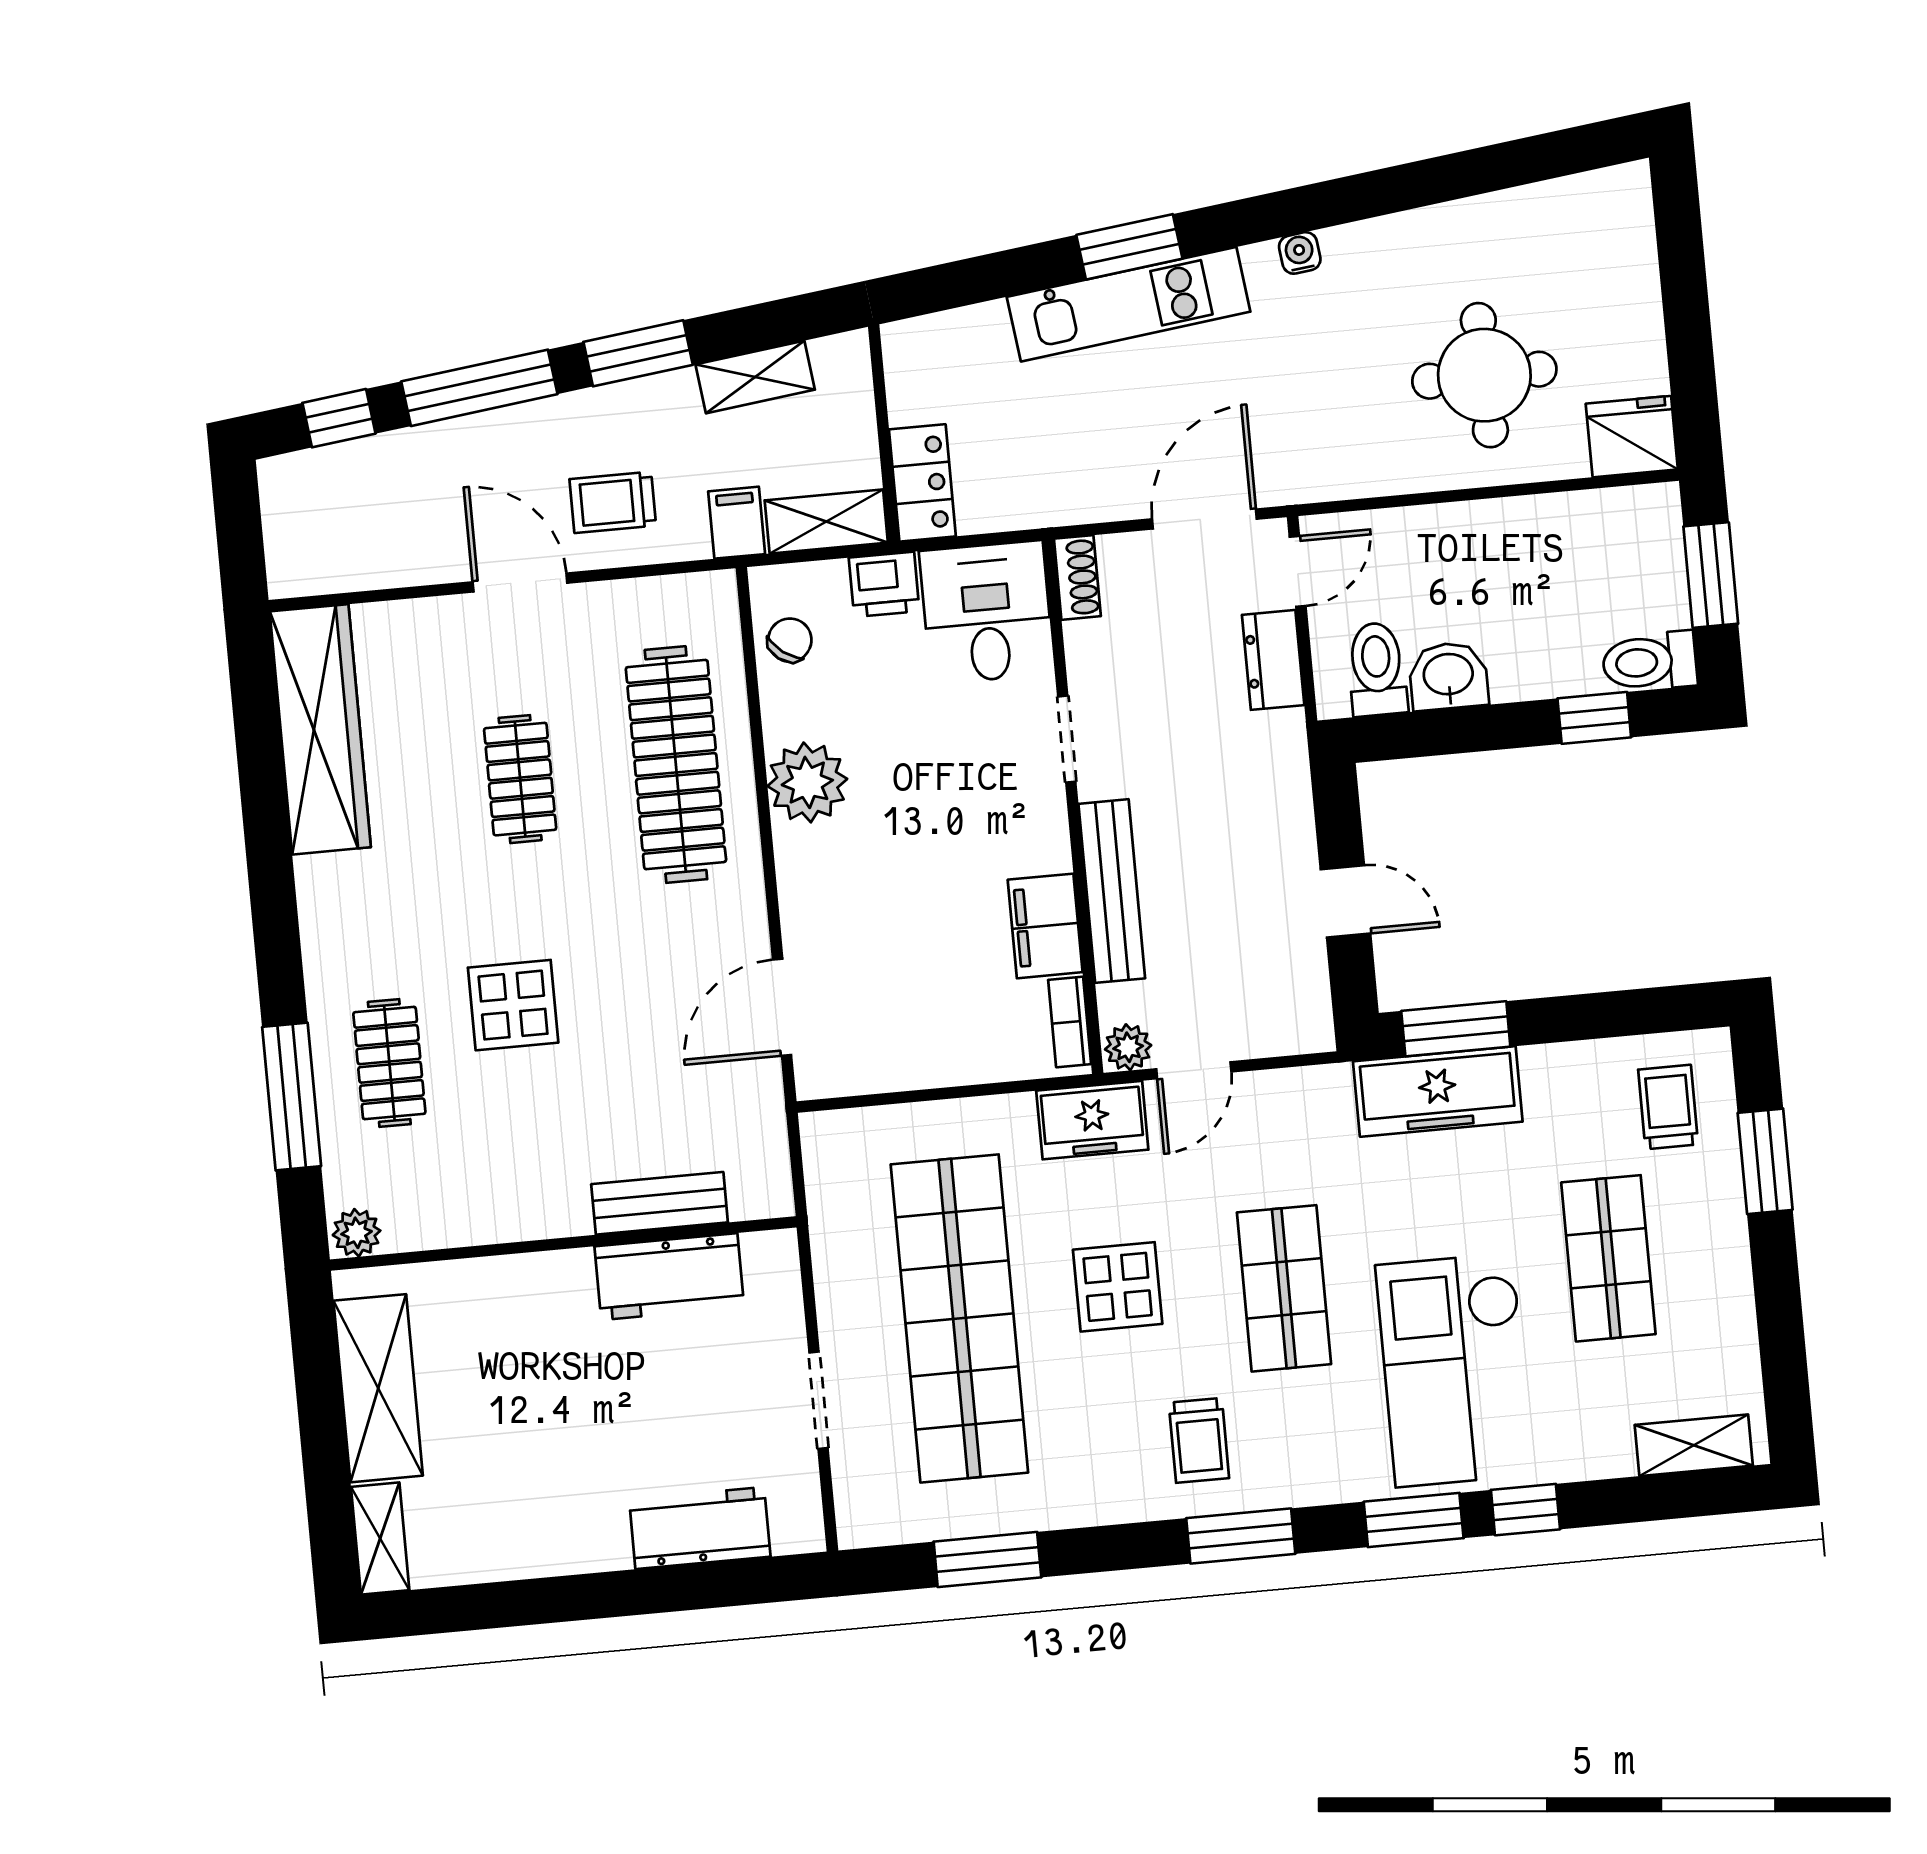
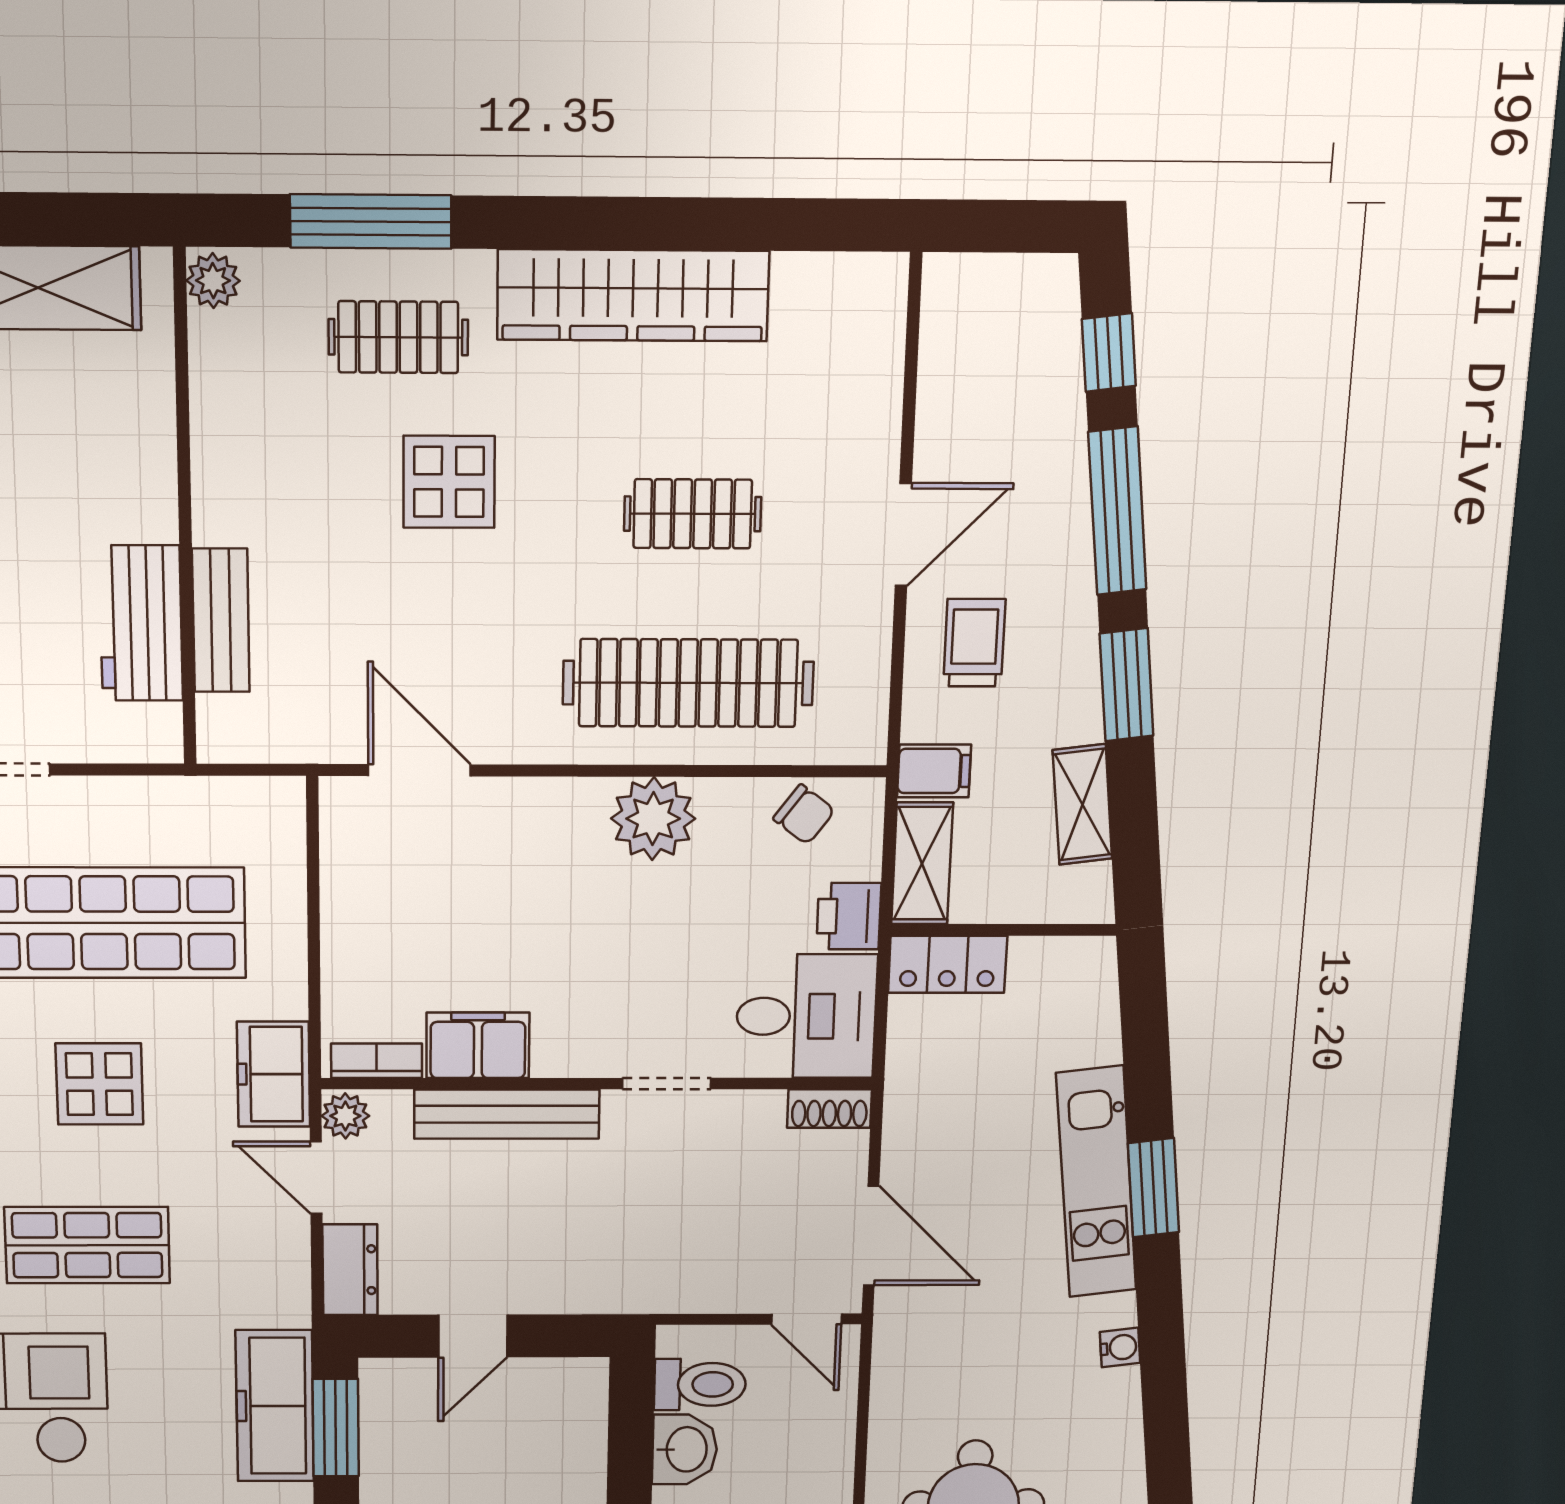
dresser: (1273, 660) -> (350, 1270), moved, turned 90
wardrobe: (320, 729) -> (633, 295), moved

